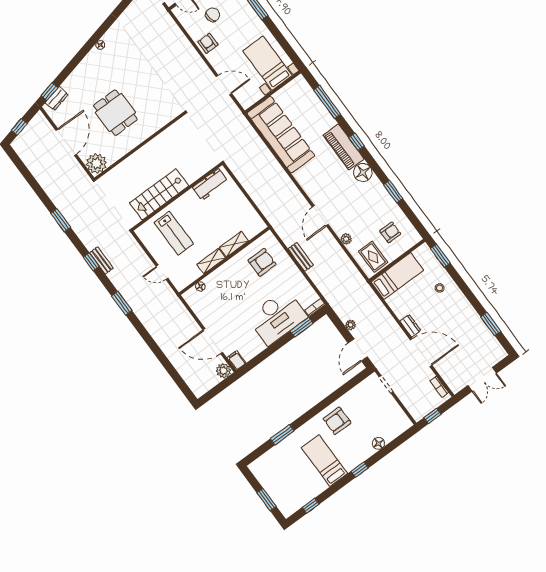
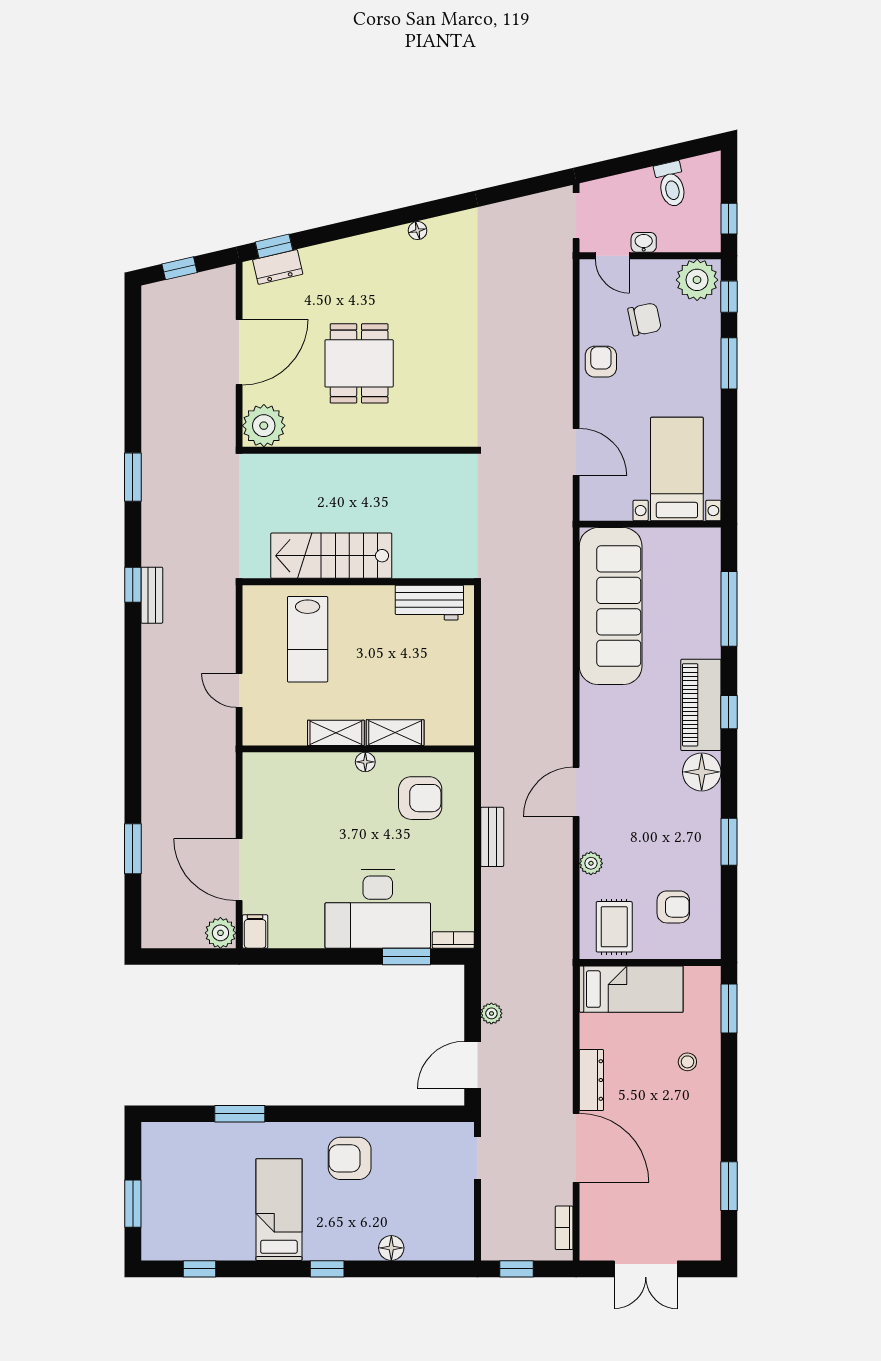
floor lamp: (200, 286) -> (365, 762), moved
window: (122, 303) -> (133, 849), moved
dresser: (410, 326) -> (591, 1080), width x1.44

